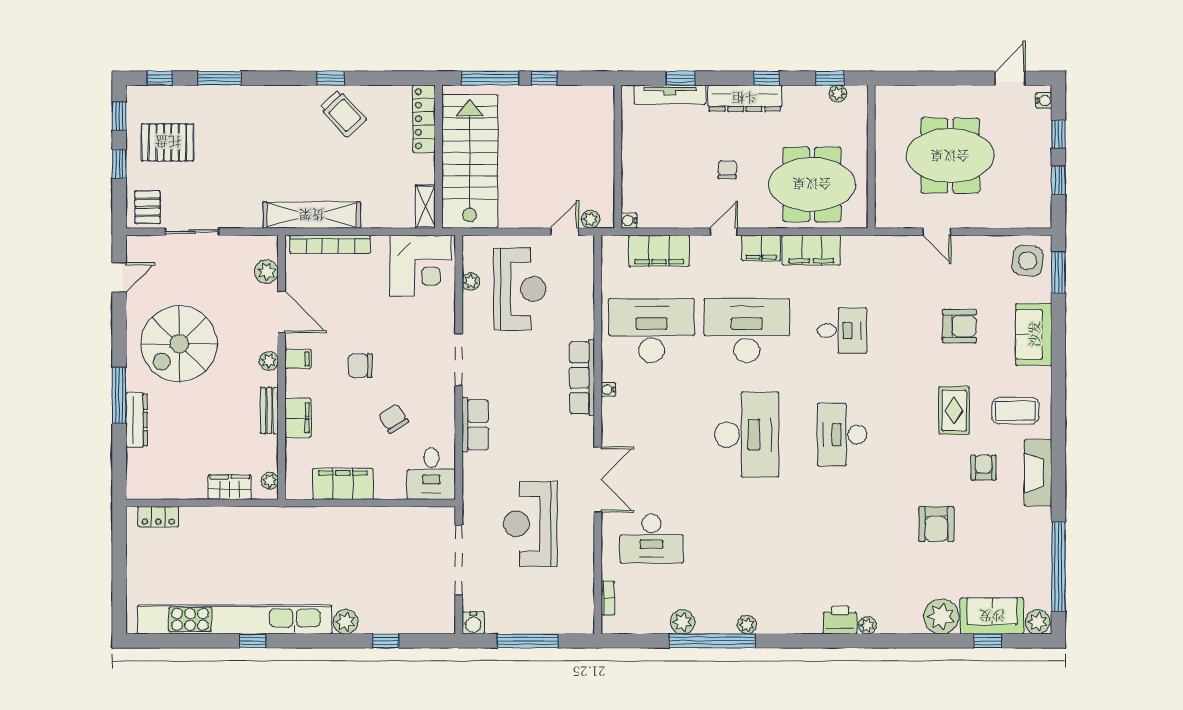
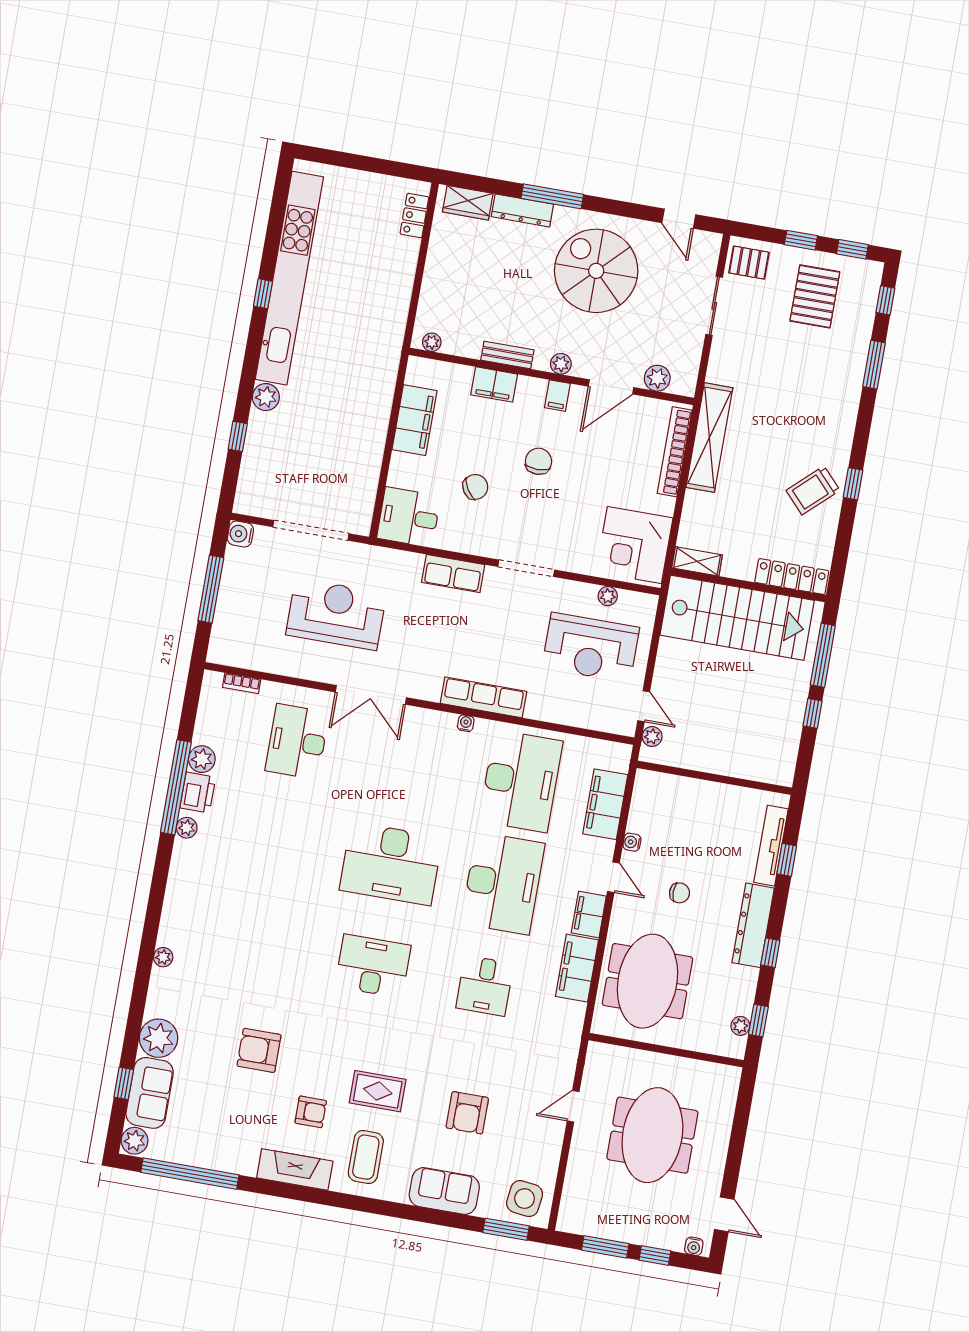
window: (1058, 180) -> (605, 1247), width x1.50
water cooler: (629, 221) -> (632, 842), moved, turned -90
wardrobe: (230, 487) -> (468, 203), moved, turned 90
printer: (840, 620) -> (198, 793), moved

